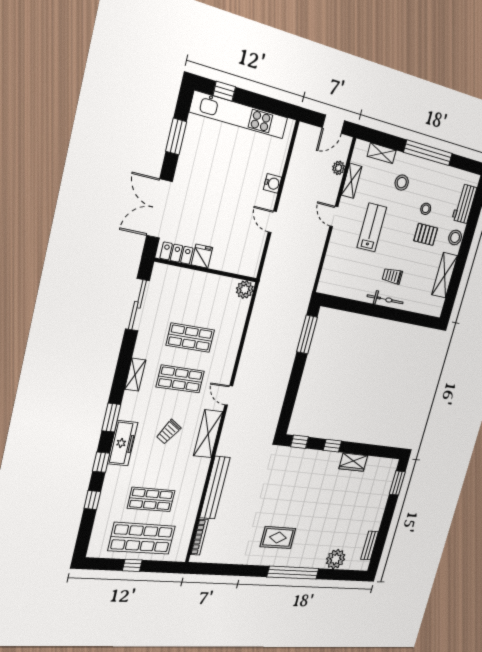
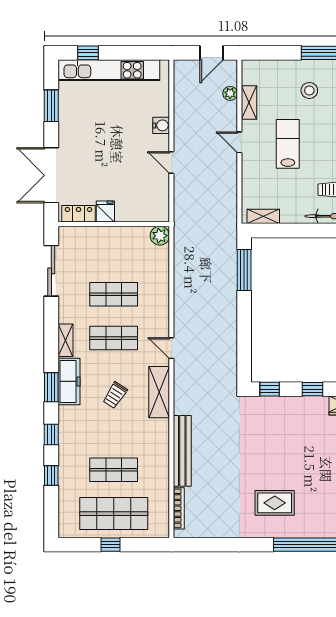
shelving: (382, 153) -> (263, 216), moved
freezer: (123, 443) -> (69, 381), moved

